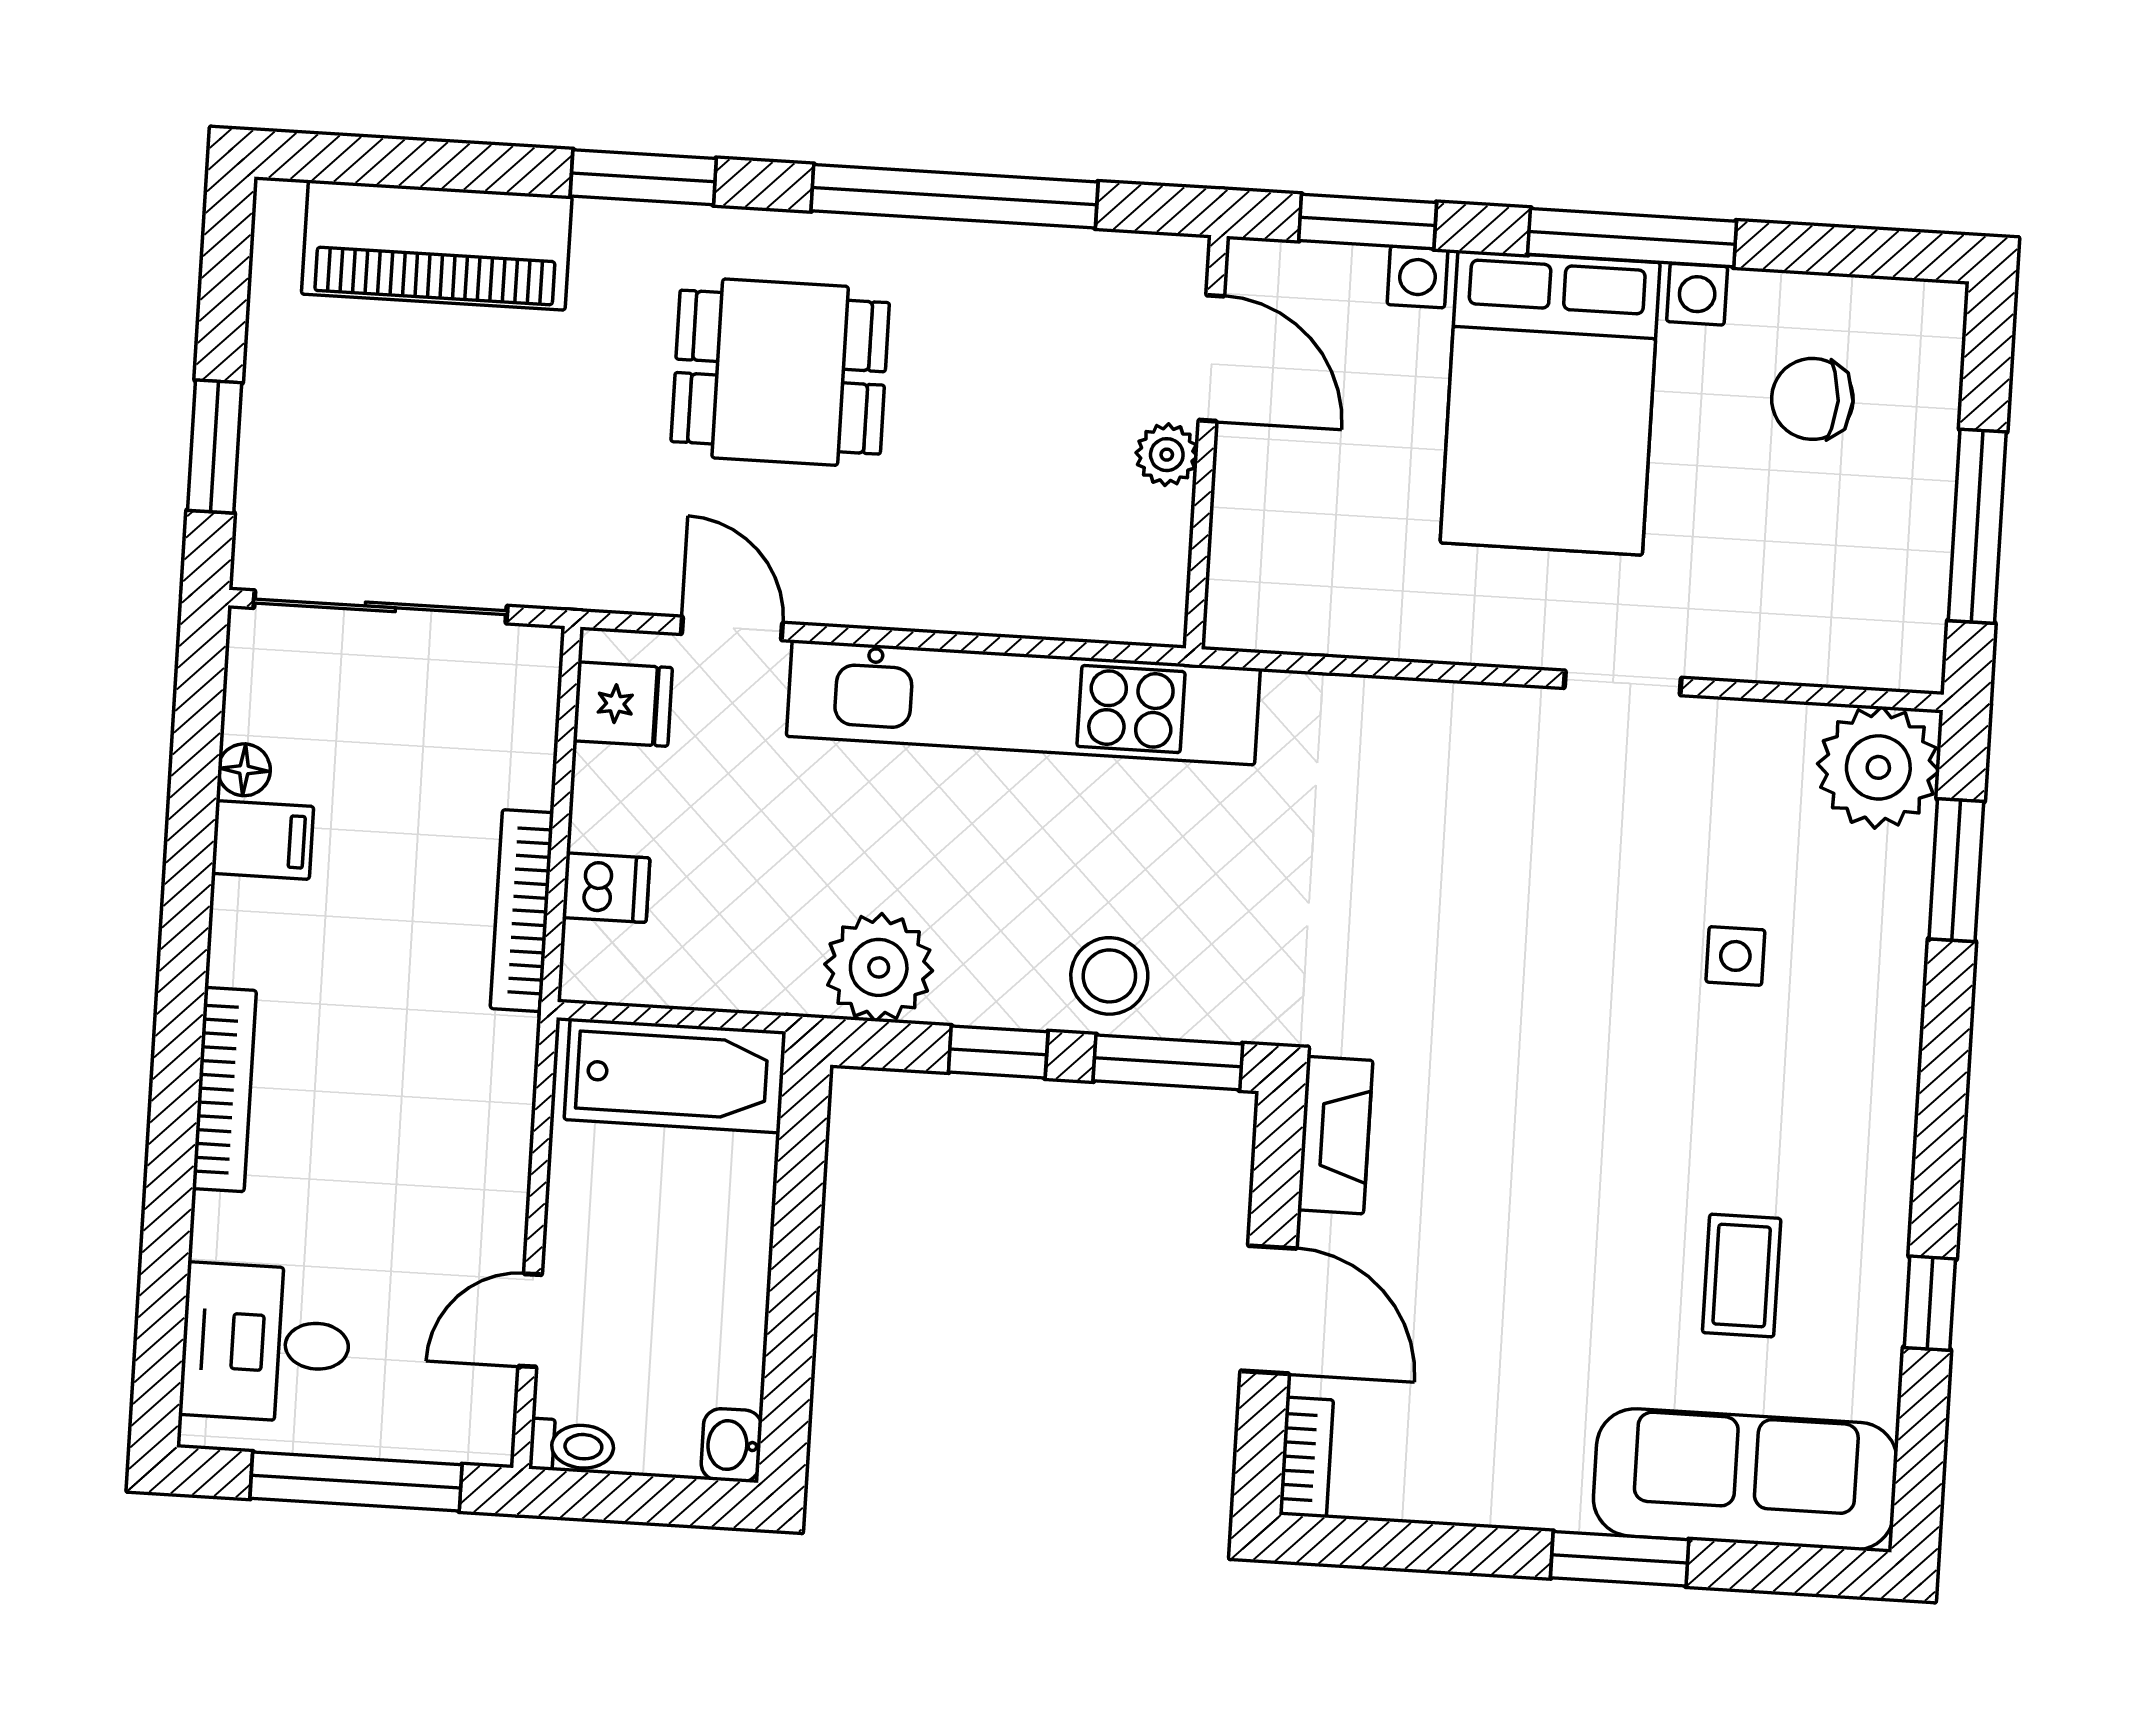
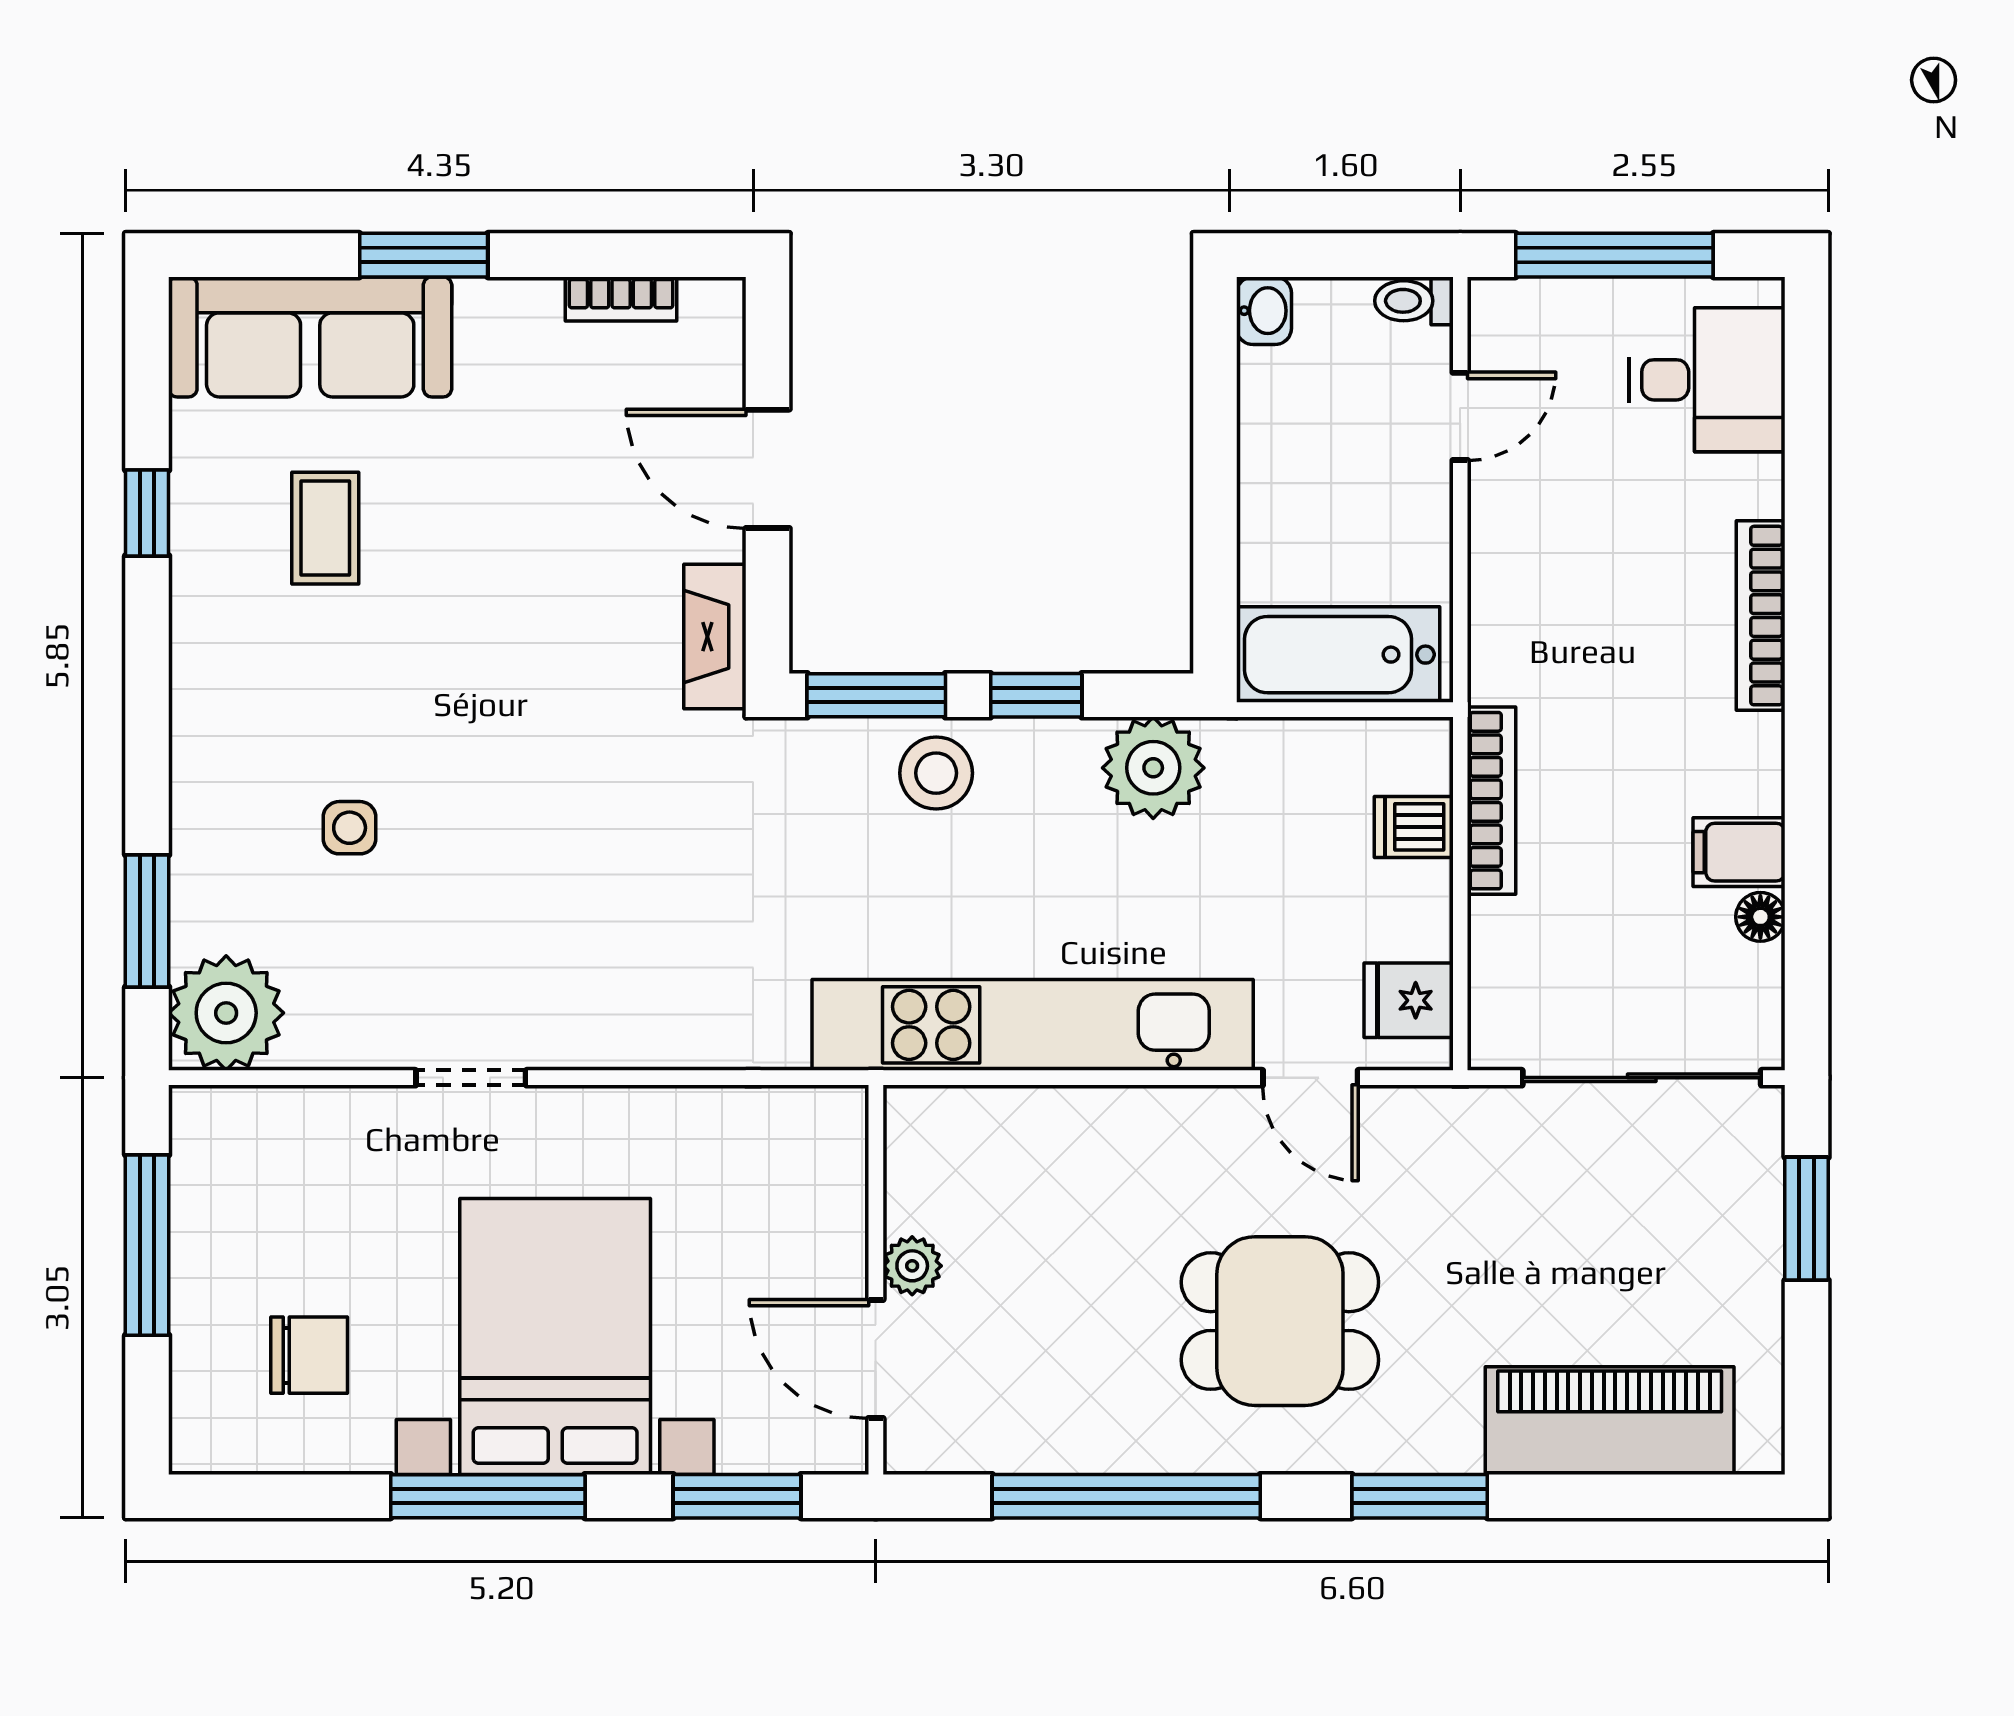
bookcase: (1306, 1457) -> (621, 299), moved, turned -90

